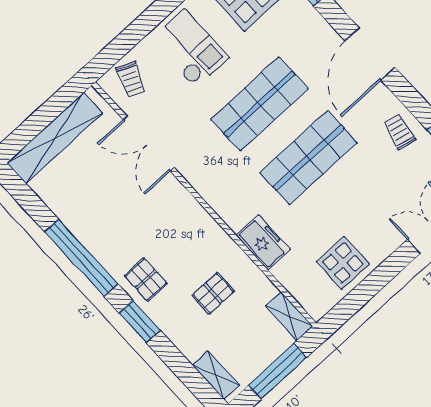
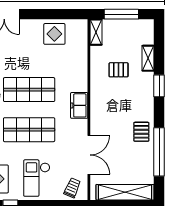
freezer: (263, 242) -> (79, 105), moved
window: (81, 258) -> (159, 152), moved
pallet: (146, 279) -> (141, 132), moved
shelving: (216, 375) -> (148, 58), moved

